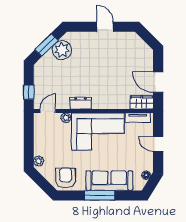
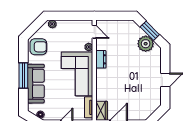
window: (29, 92) -> (110, 16), removed

